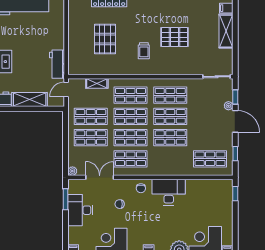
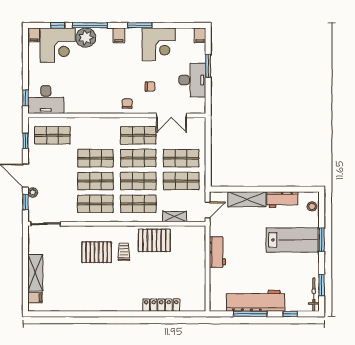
pallet: (175, 37) -> (97, 252), moved
pallet: (105, 39) -> (154, 240), moved, turned 90
workbench: (57, 64) -> (217, 252), moved
plant: (72, 171) -> (201, 122), removed
desk: (169, 192) -> (46, 99), moved
window: (66, 199) -> (208, 66), moved

